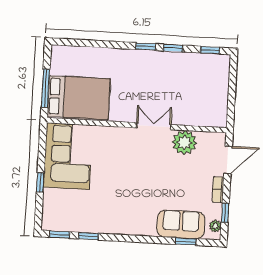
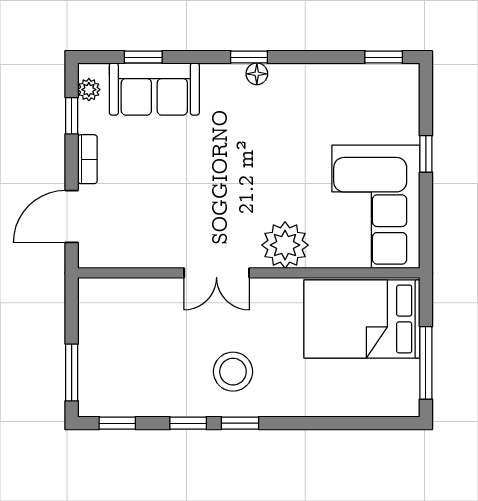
stool: (148, 74) -> (233, 372), added
window: (233, 78) -> (72, 373), added
window: (46, 88) -> (426, 363), moved
plant: (184, 142) -> (285, 245), moved
floor lamp: (127, 229) -> (257, 74), added
window: (89, 236) -> (249, 57), moved

